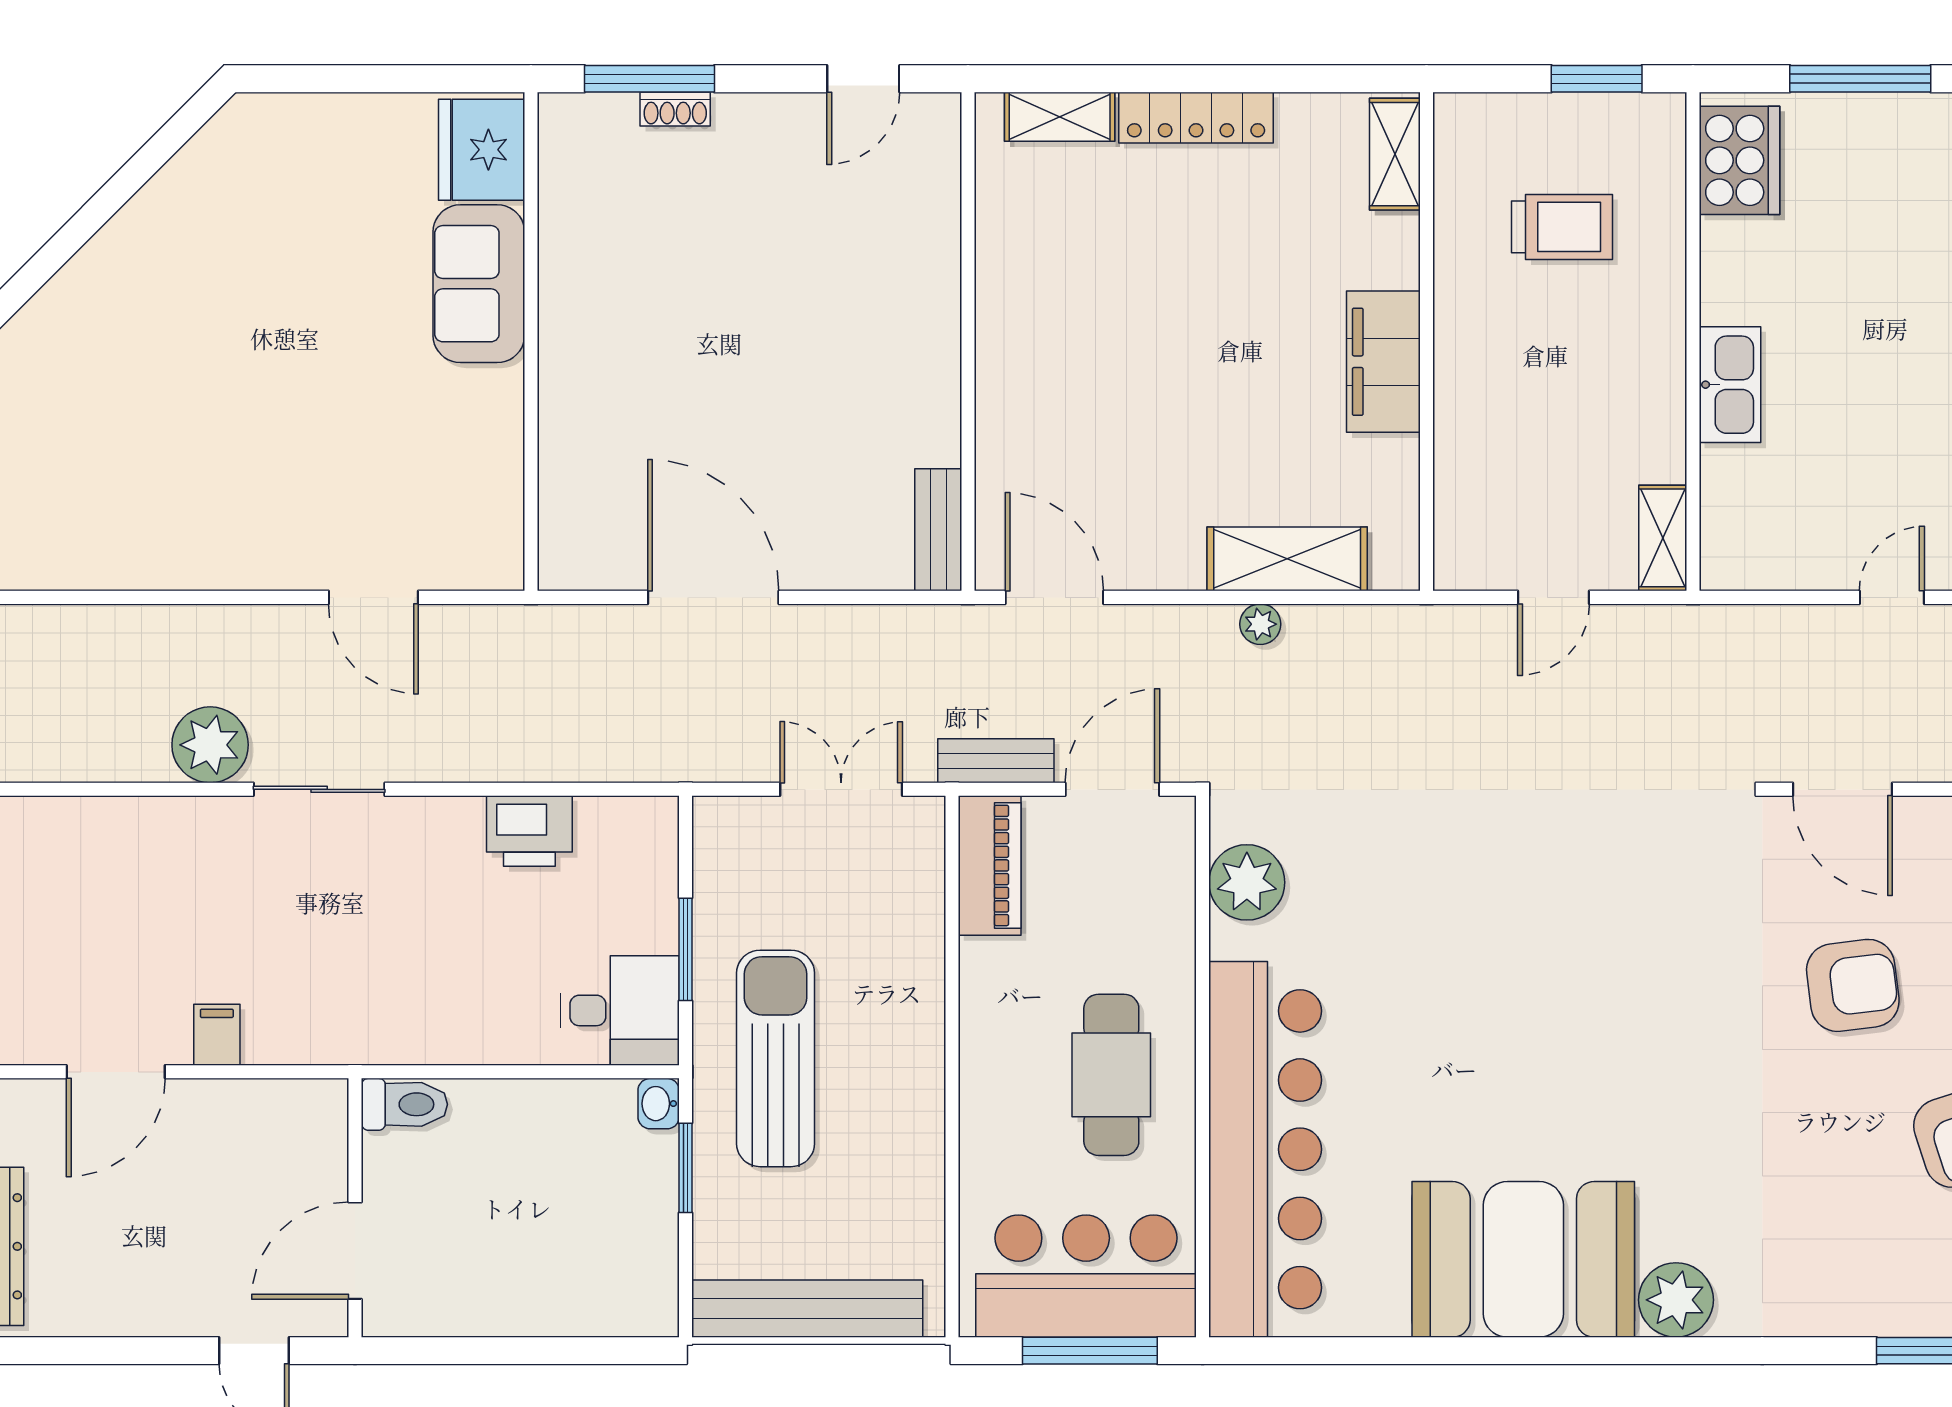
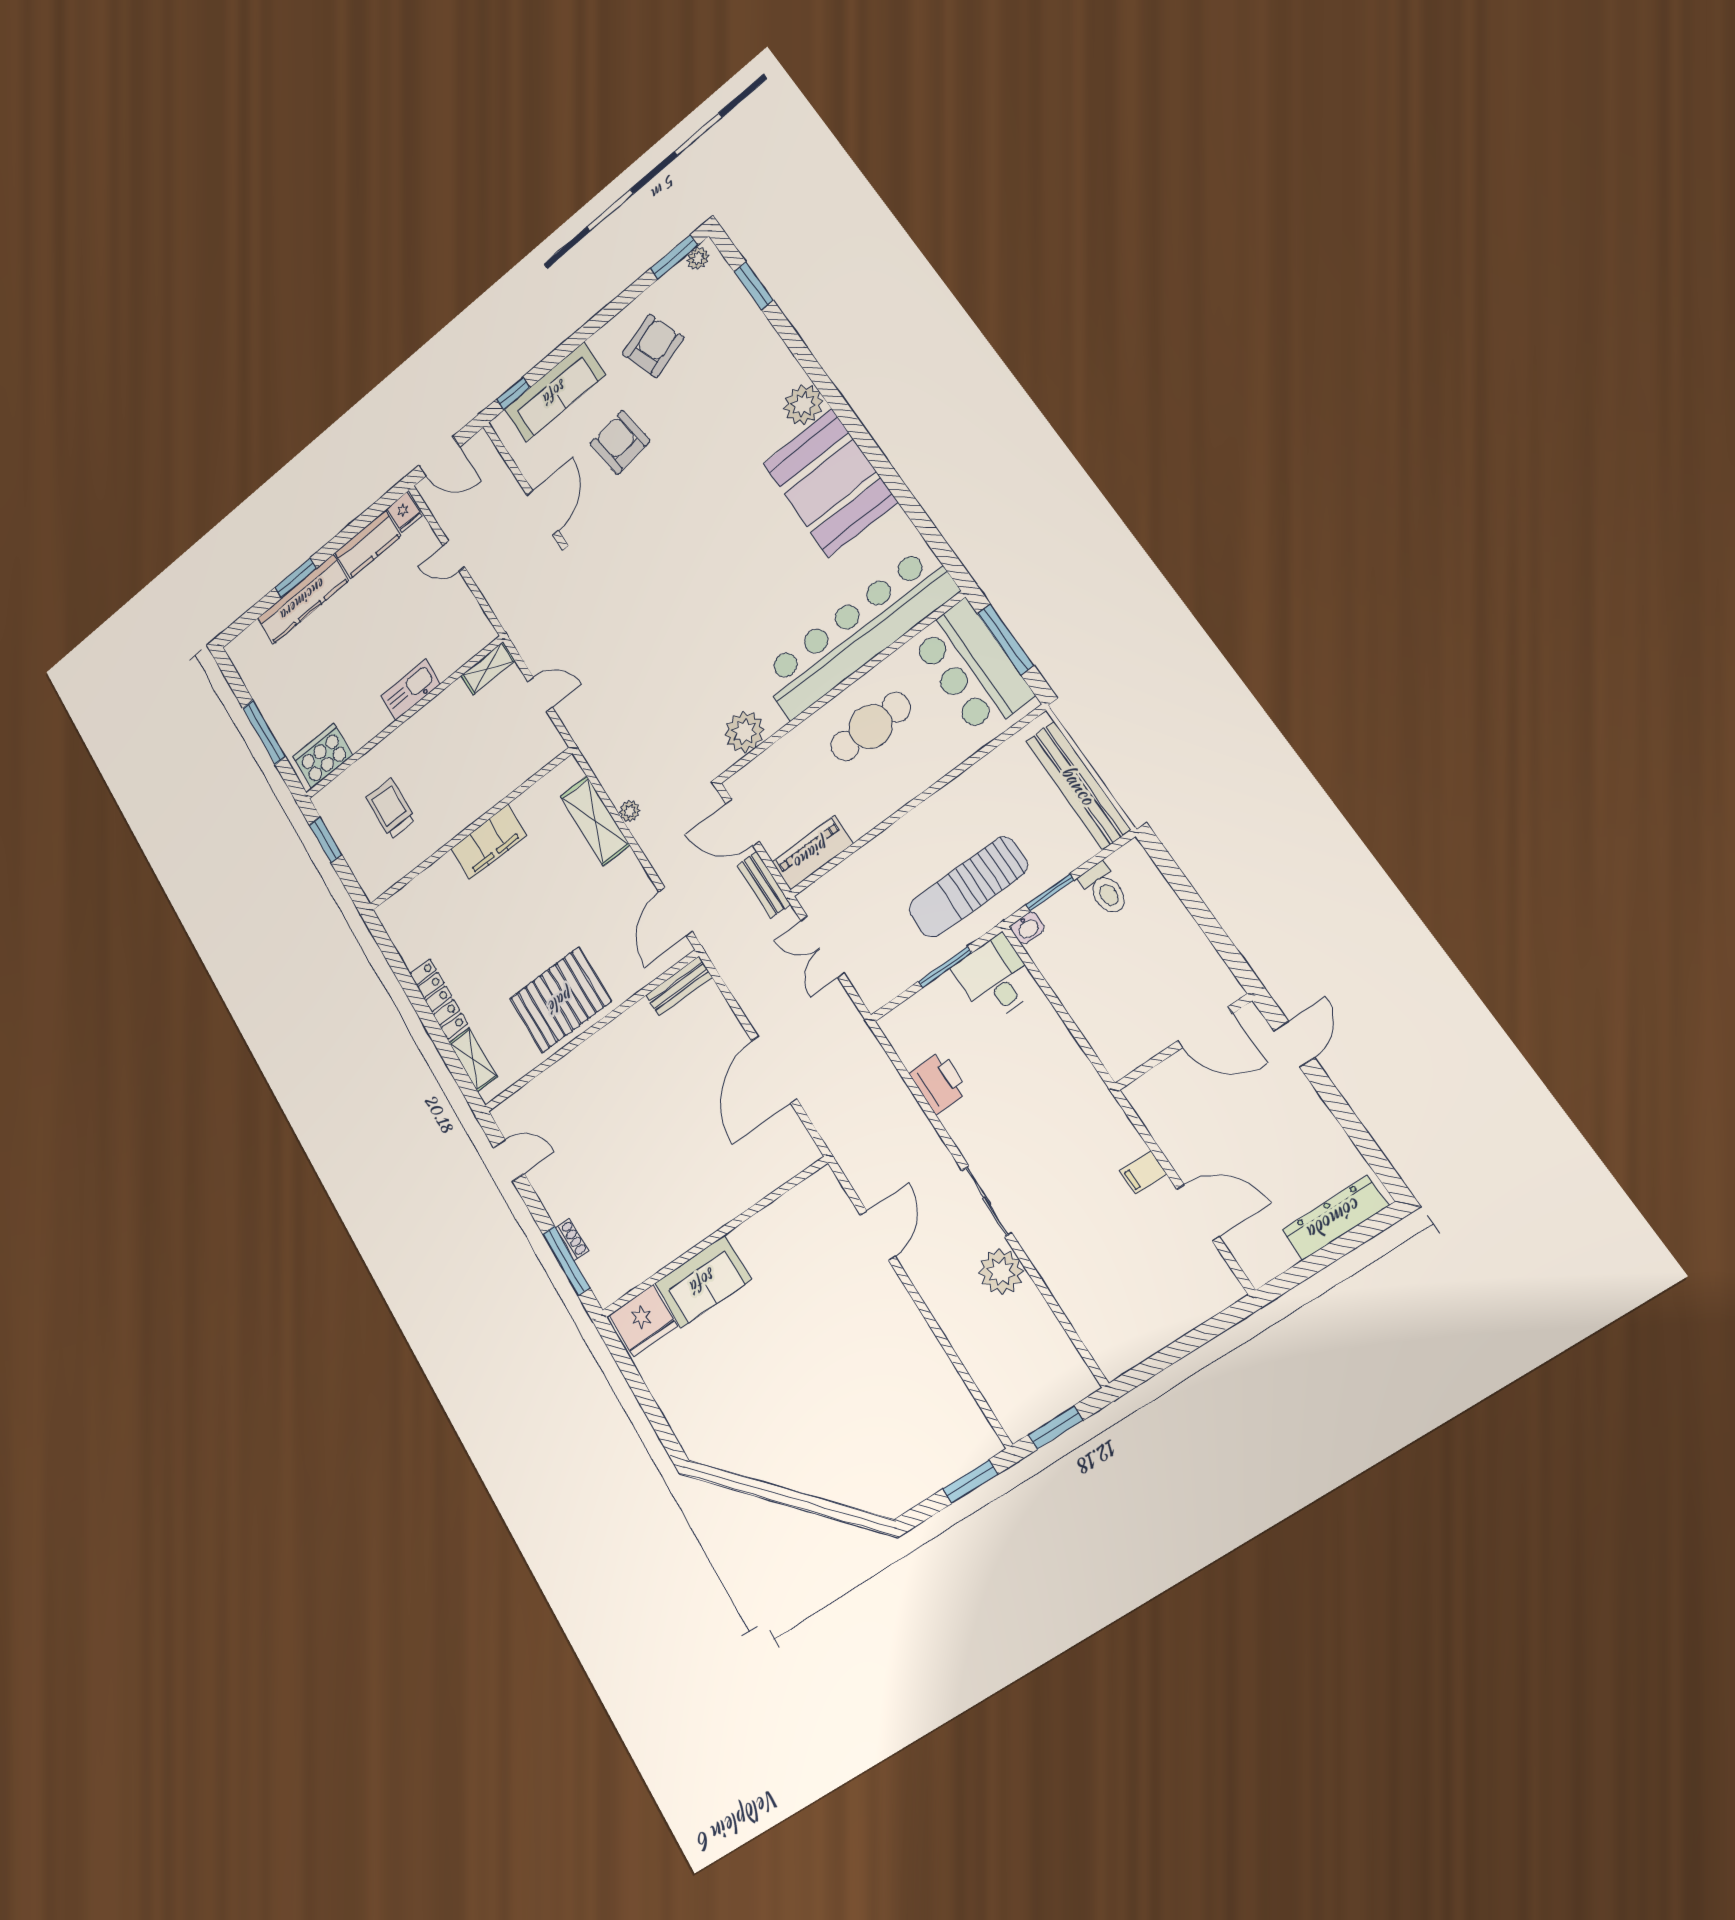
shelving: (1395, 154) -> (403, 902), removed
pallet: (1051, 324) -> (561, 1000), added
toilet: (404, 1104) -> (1105, 889), moved, turned 180

